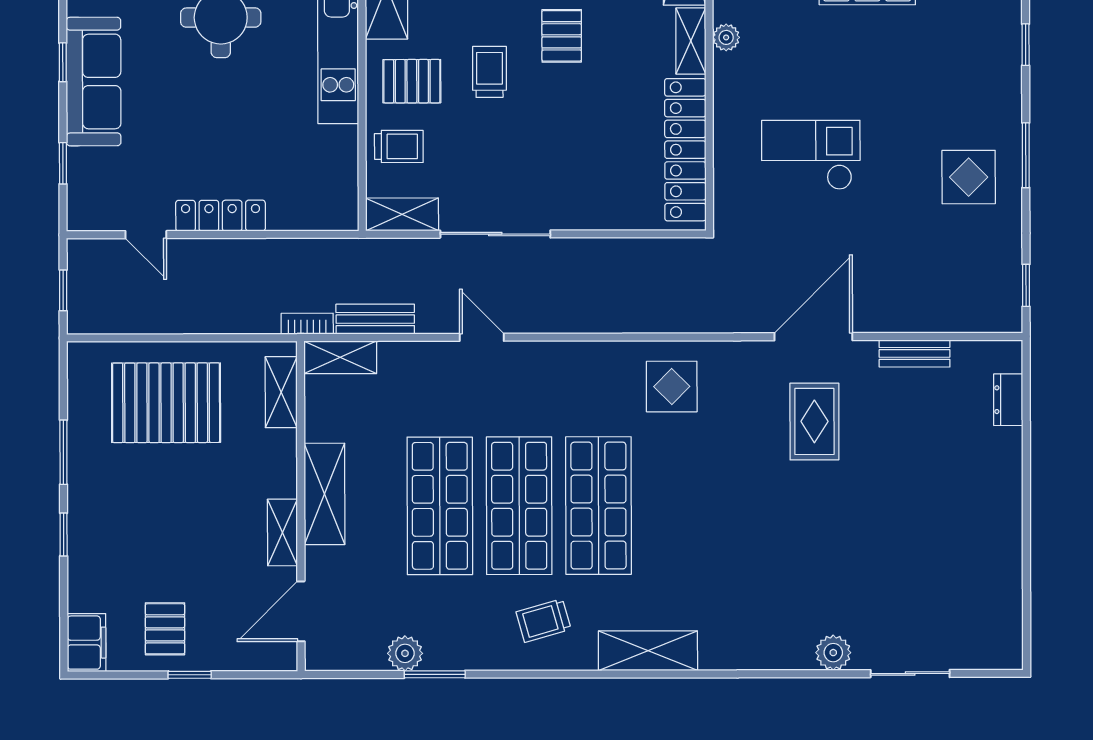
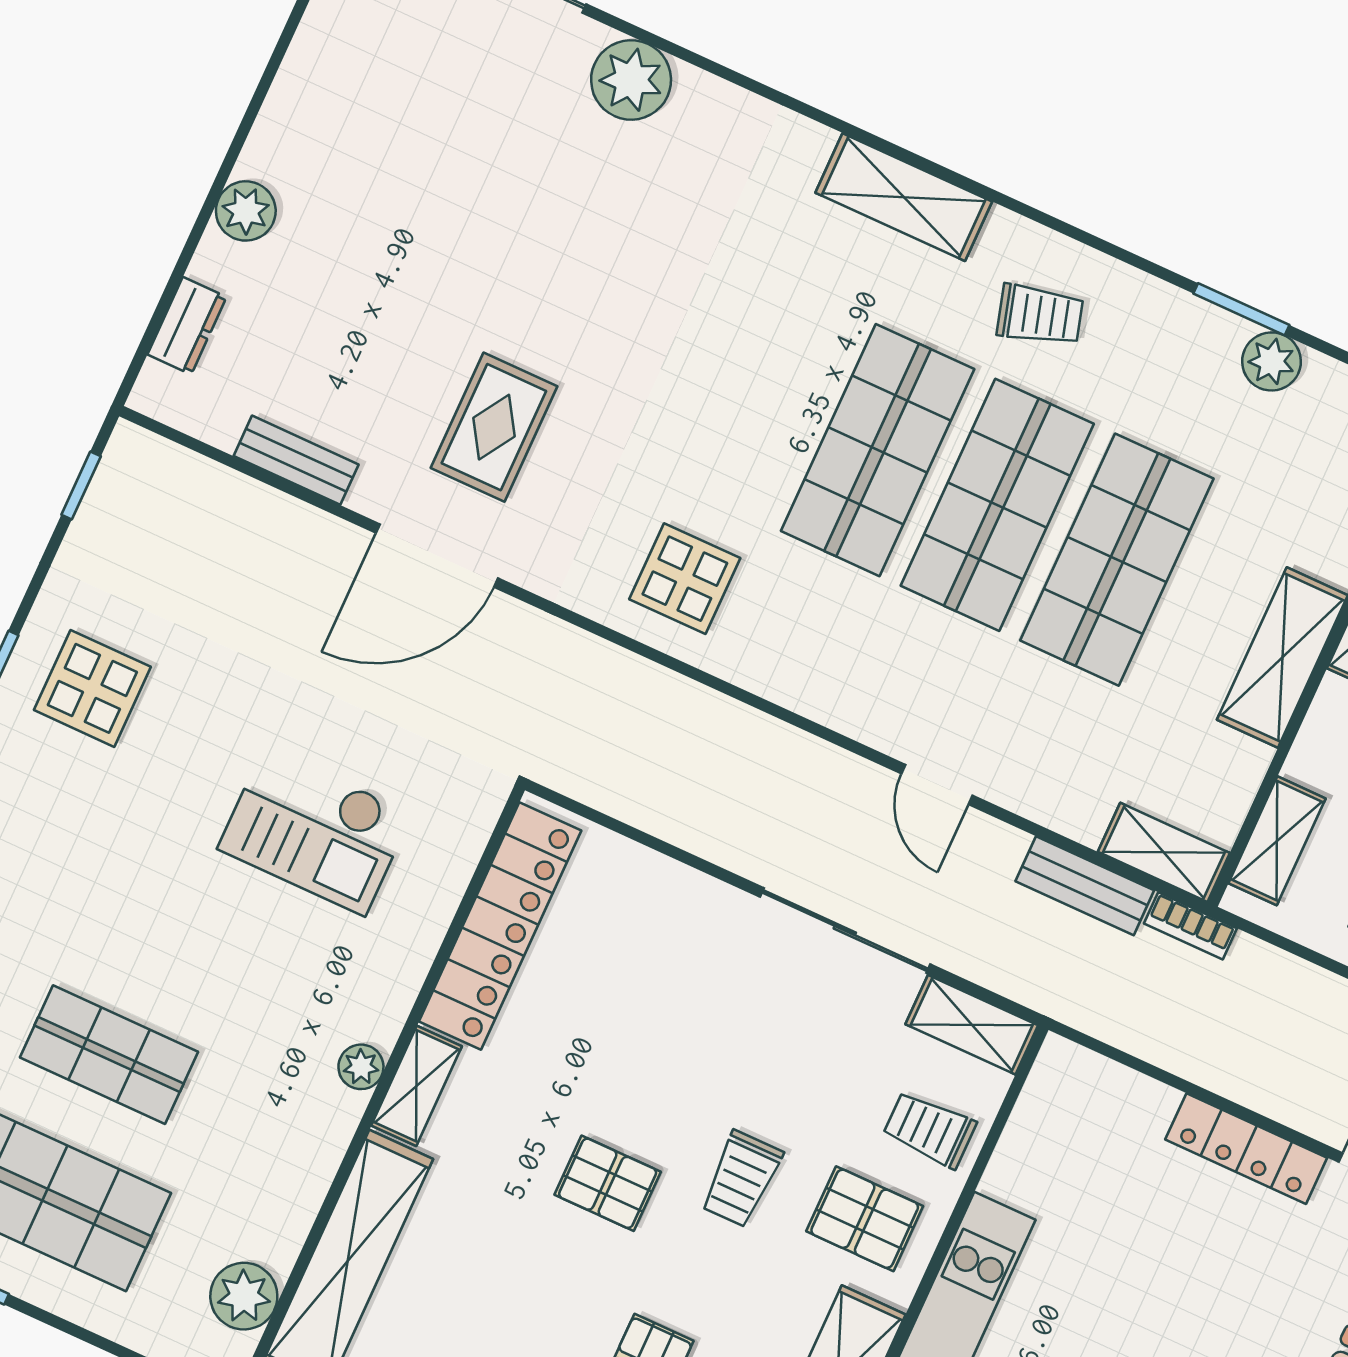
pallet: (562, 36) -> (608, 1183), turned 90
plant: (1005, 477) -> (246, 211), added
plant: (833, 653) -> (631, 80), width x1.36, depth x1.36

